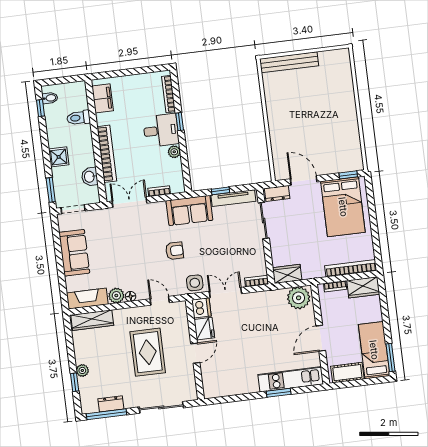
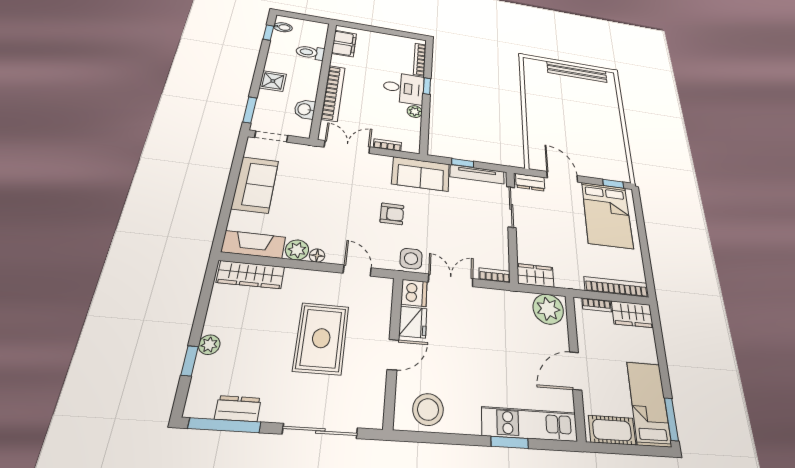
bench: (289, 62) -> (577, 72), moved
stool: (224, 383) -> (428, 409), added

